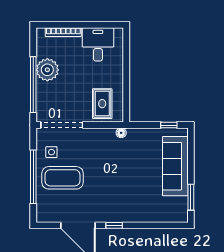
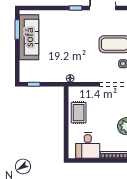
rug: (102, 104) -> (79, 113), moved
sofa: (175, 166) -> (29, 37), moved

